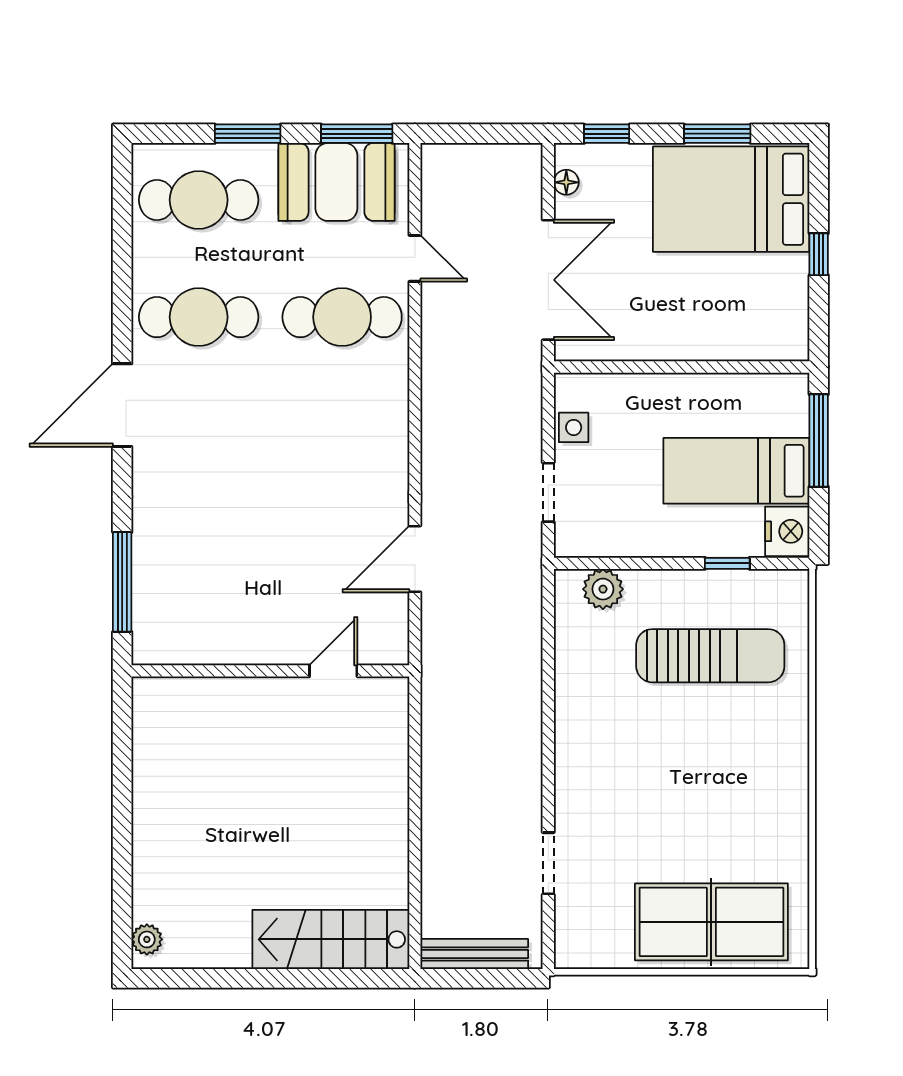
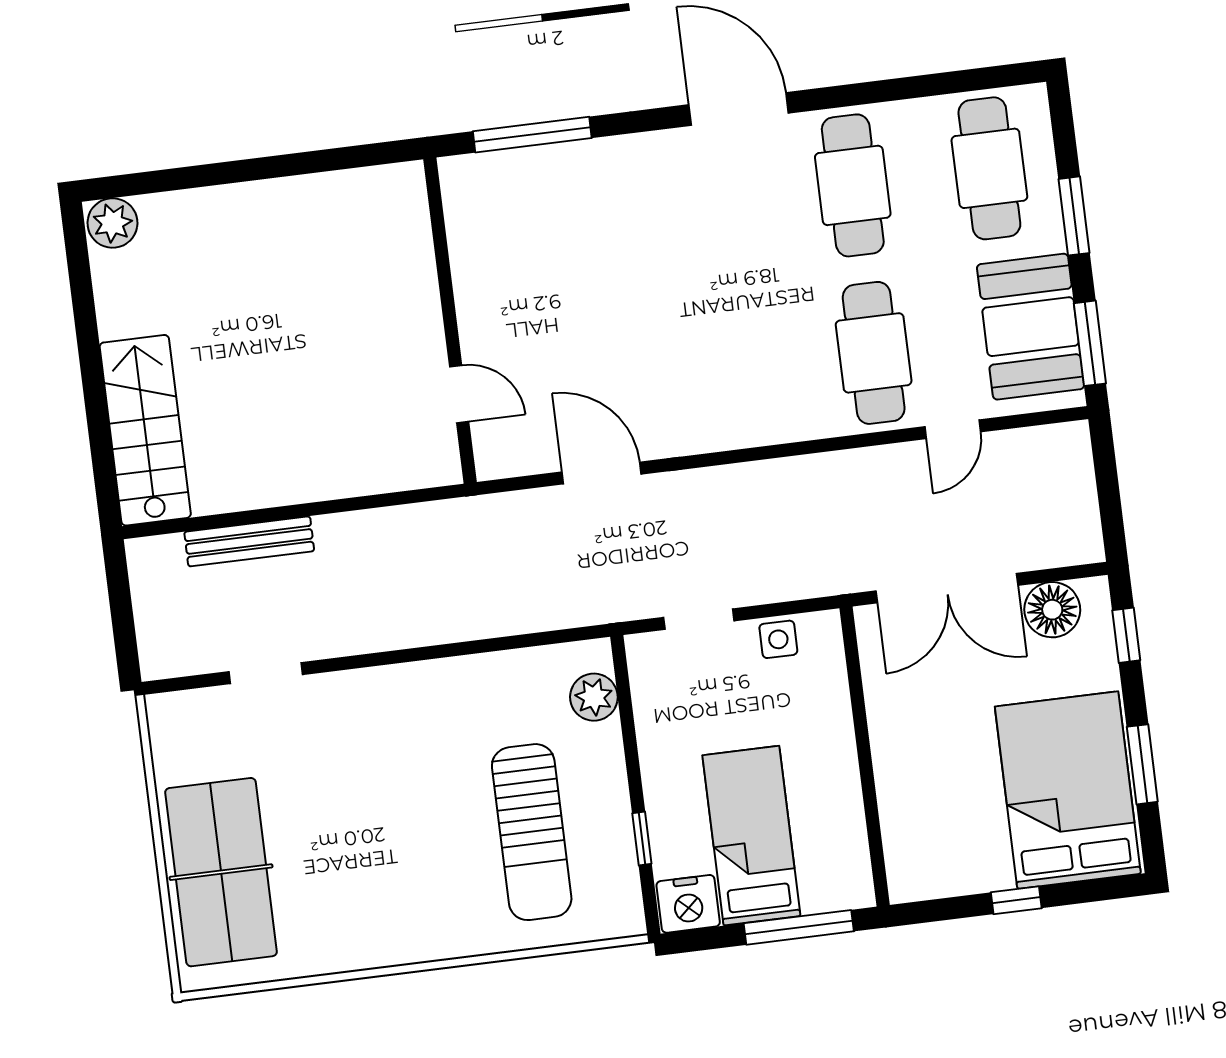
floor lamp: (566, 182) -> (1052, 610), width x1.89, depth x1.89
plant: (147, 939) -> (113, 223), width x1.38, depth x1.38
bench: (474, 954) -> (249, 541), moved, turned 90

